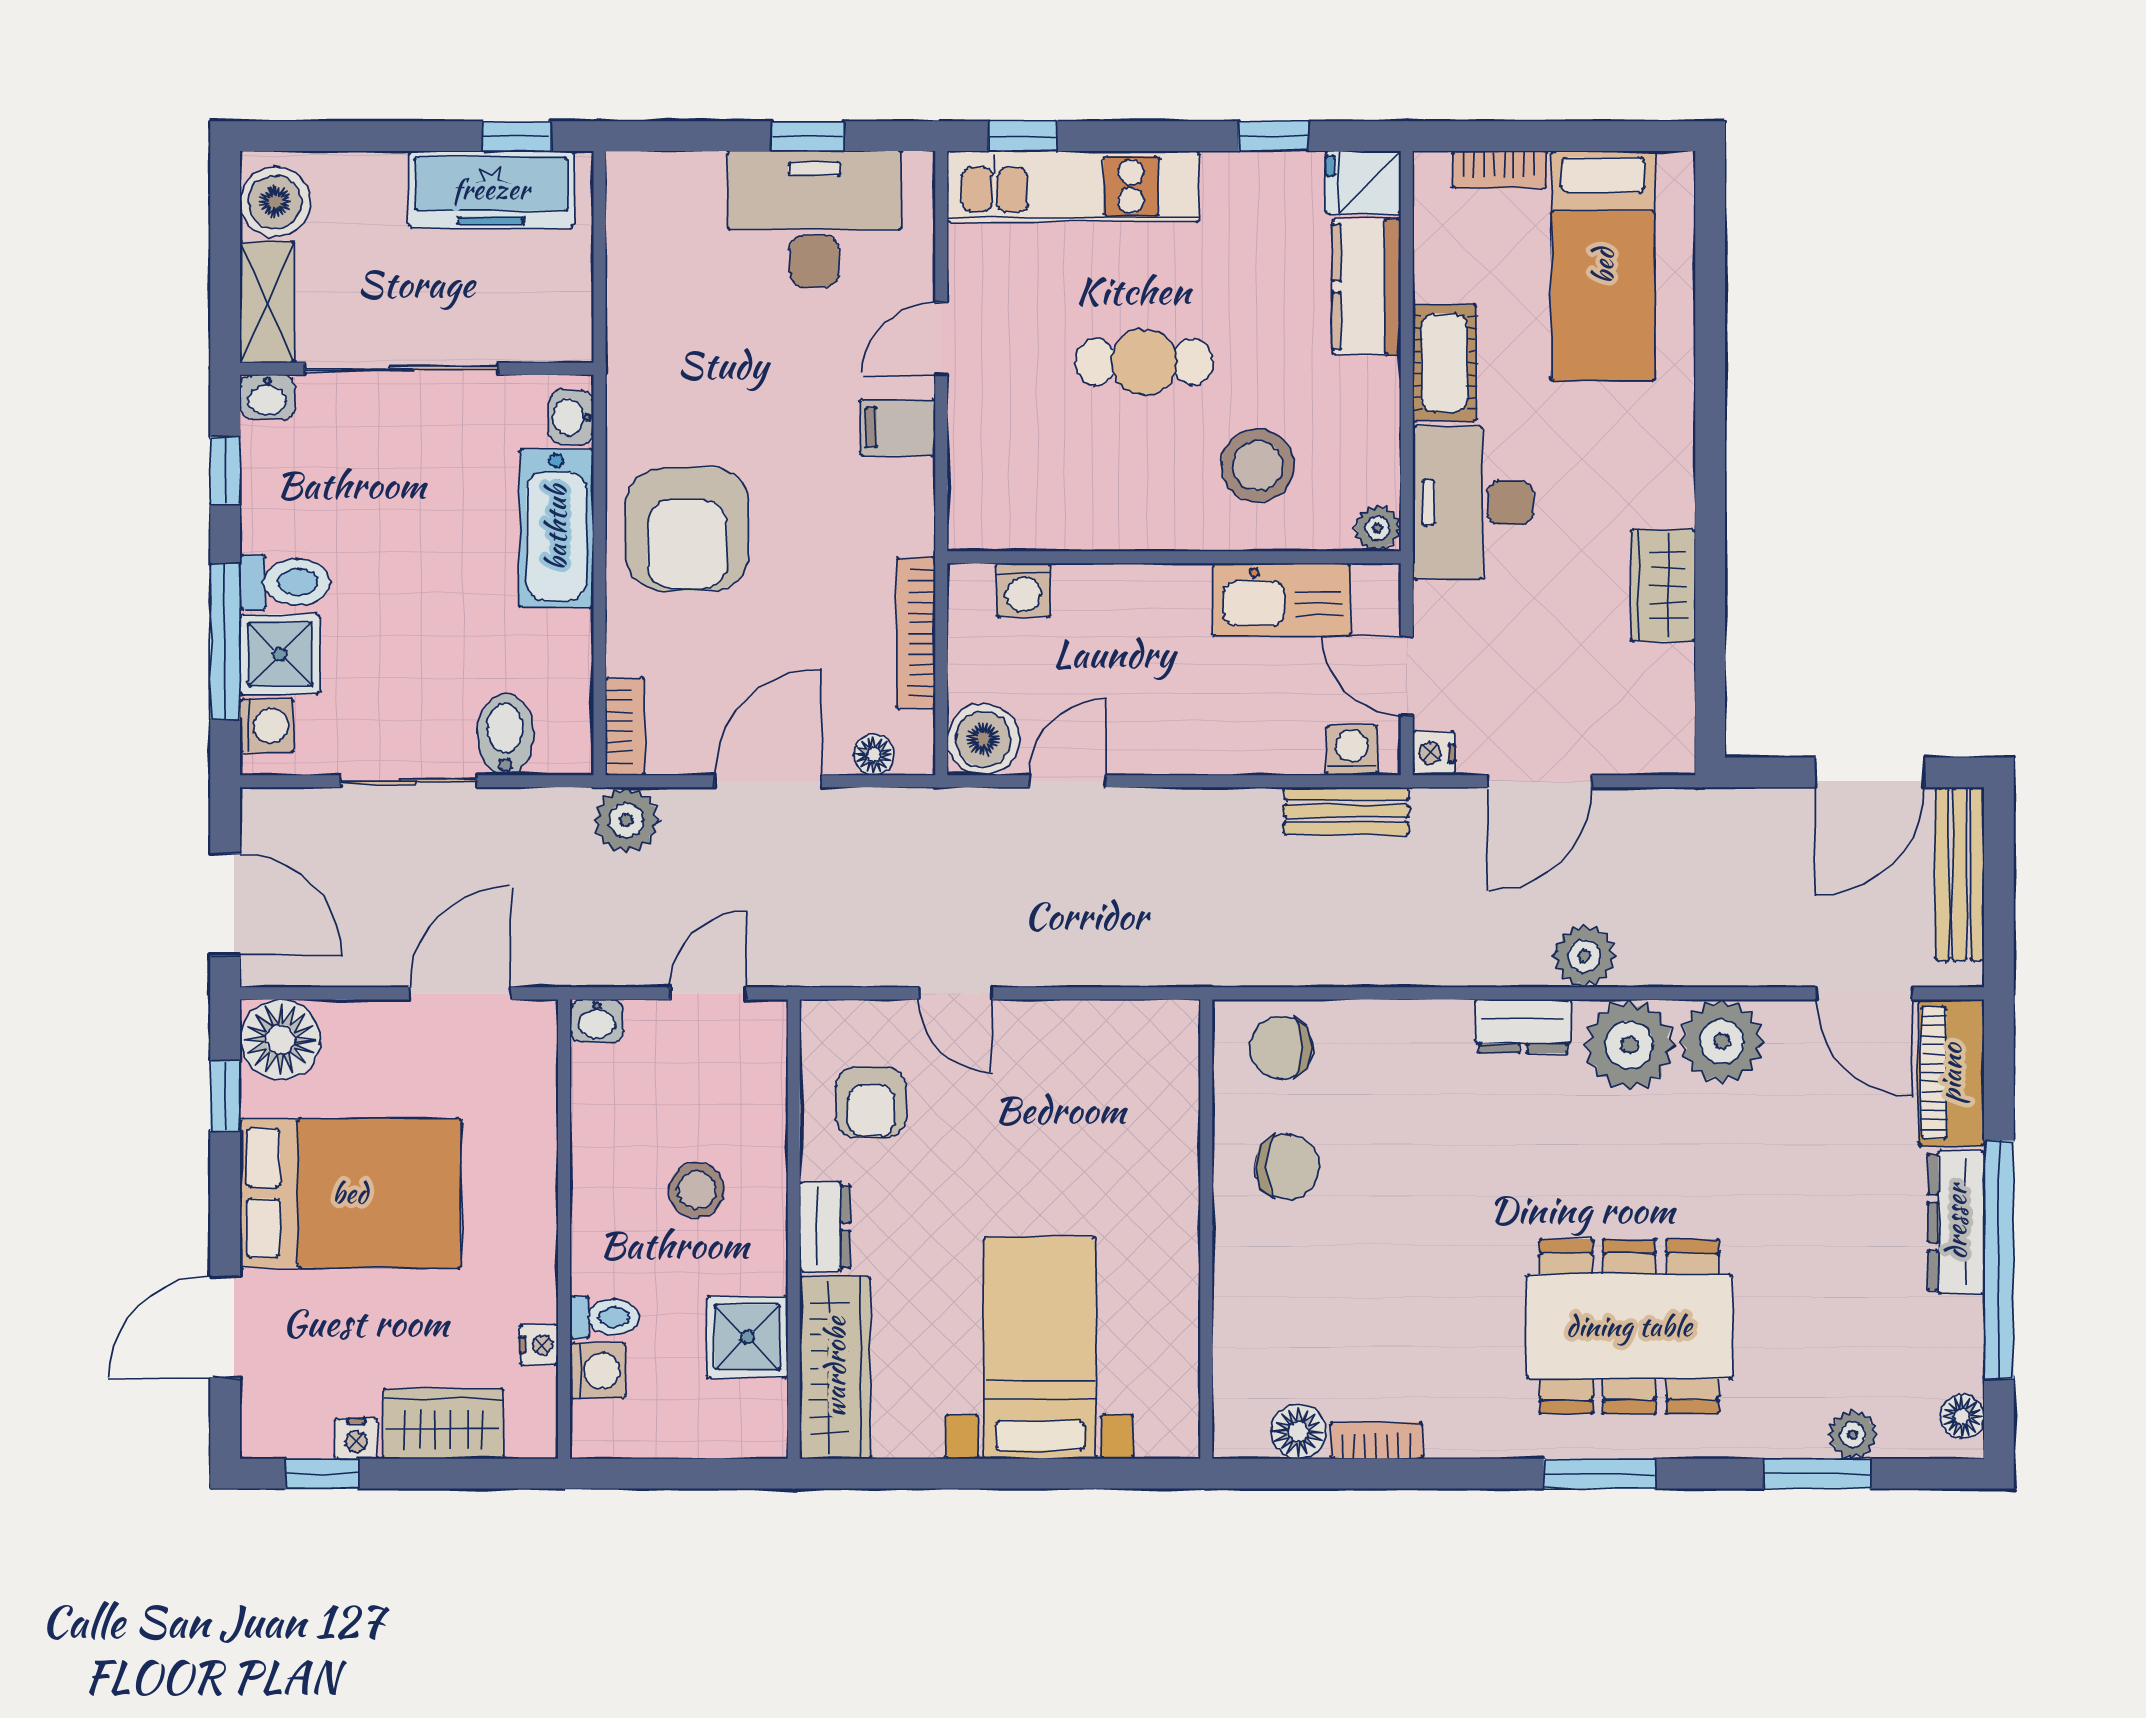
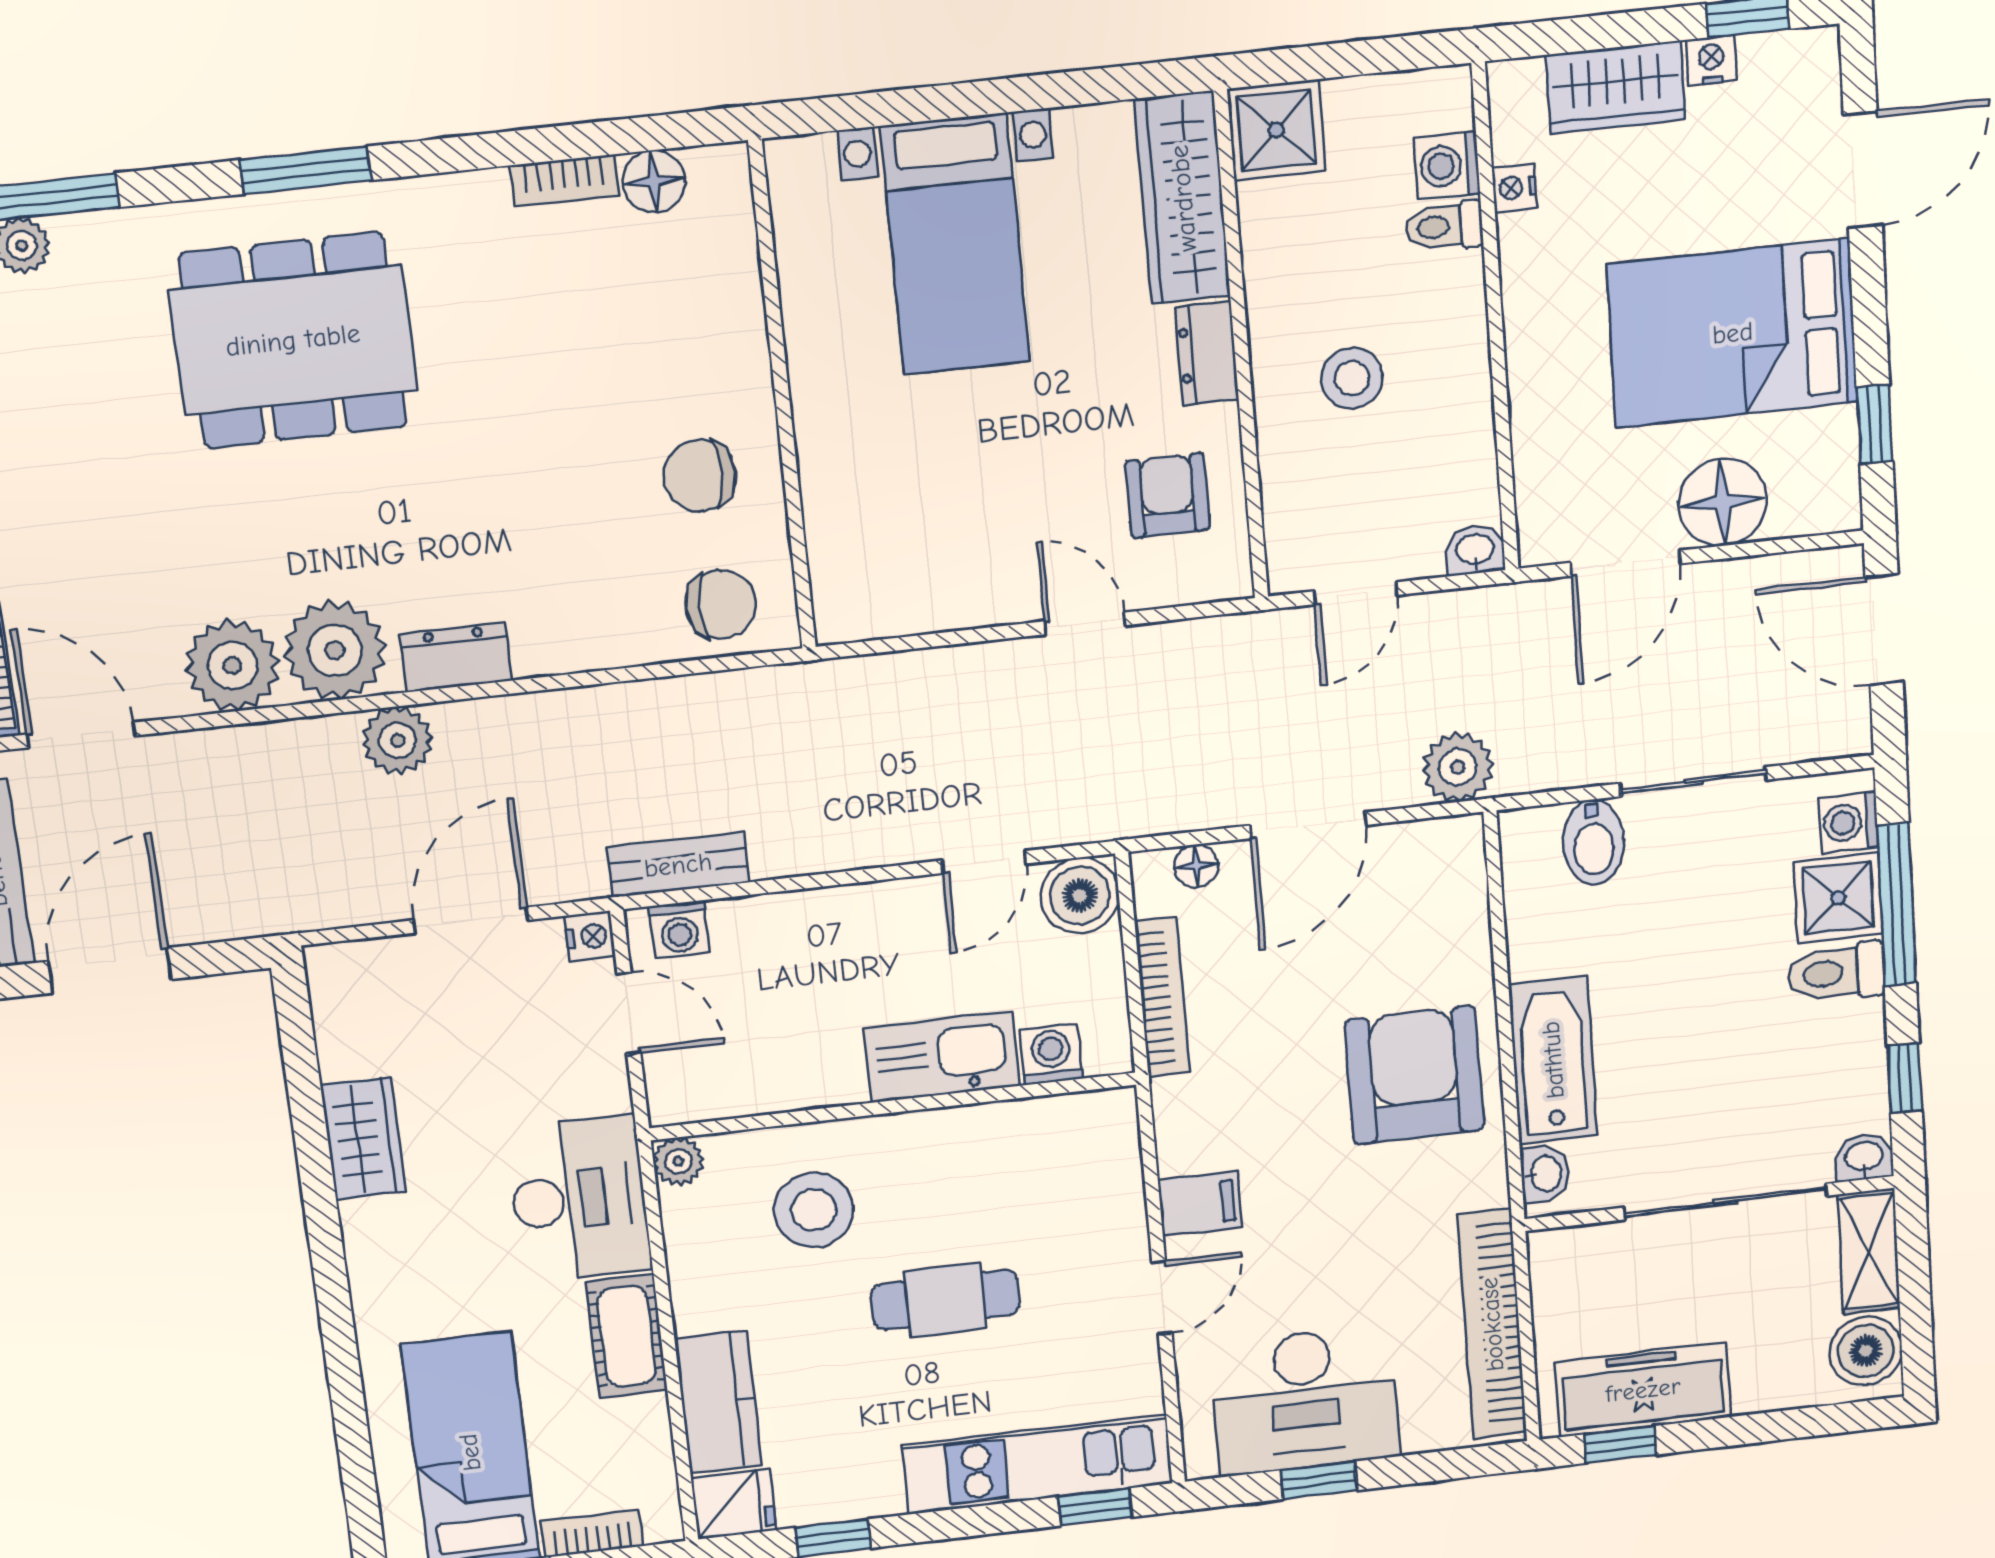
kitchen sink: (1282, 600) -> (942, 1057), moved
bookcase: (625, 726) -> (1492, 1324), moved, width x2.31, depth x1.31
floor lamp: (280, 1040) -> (1723, 502), moved
shower: (747, 1337) -> (1276, 130), moved

